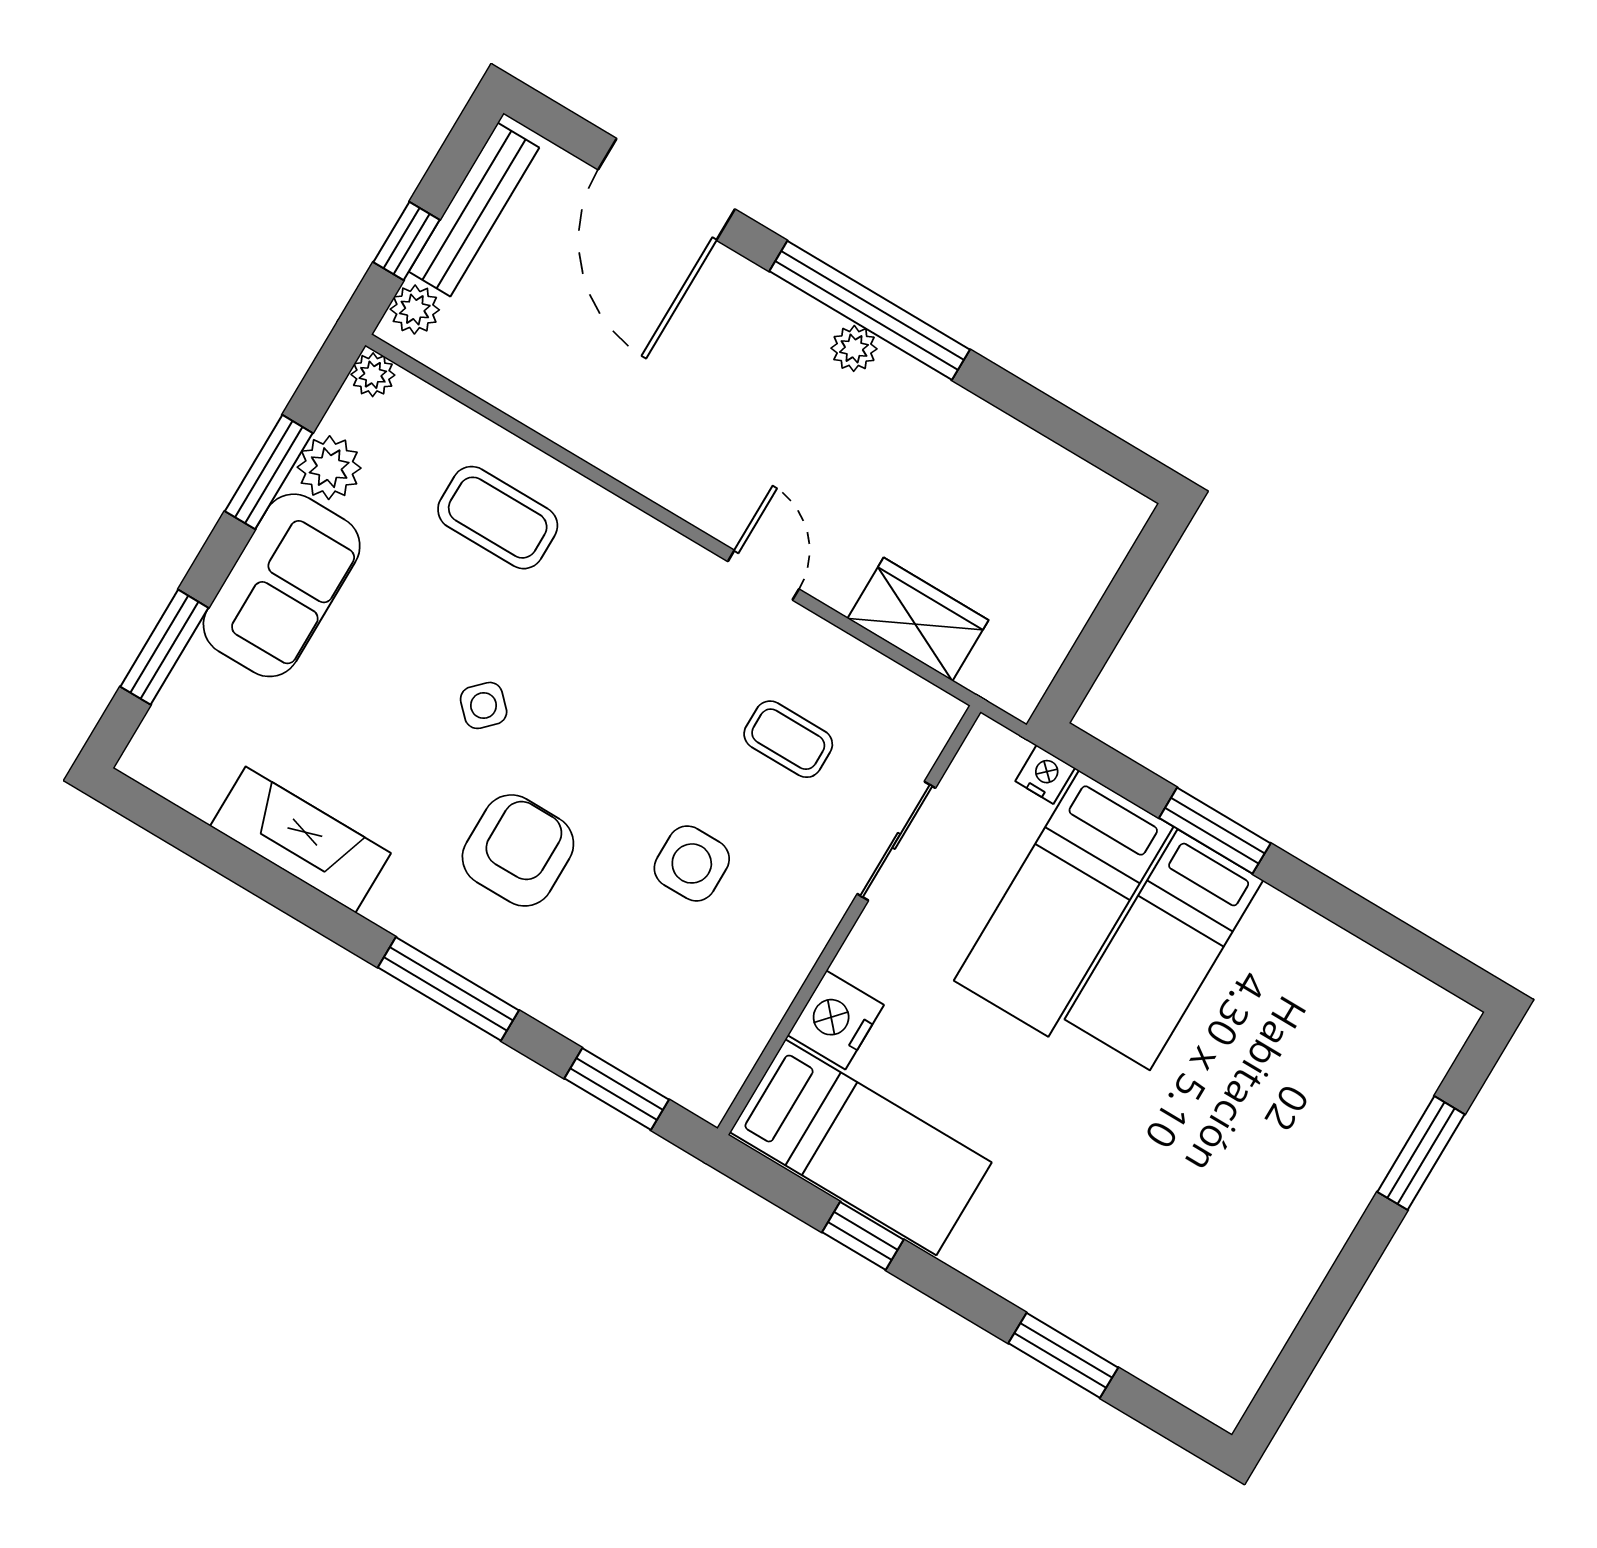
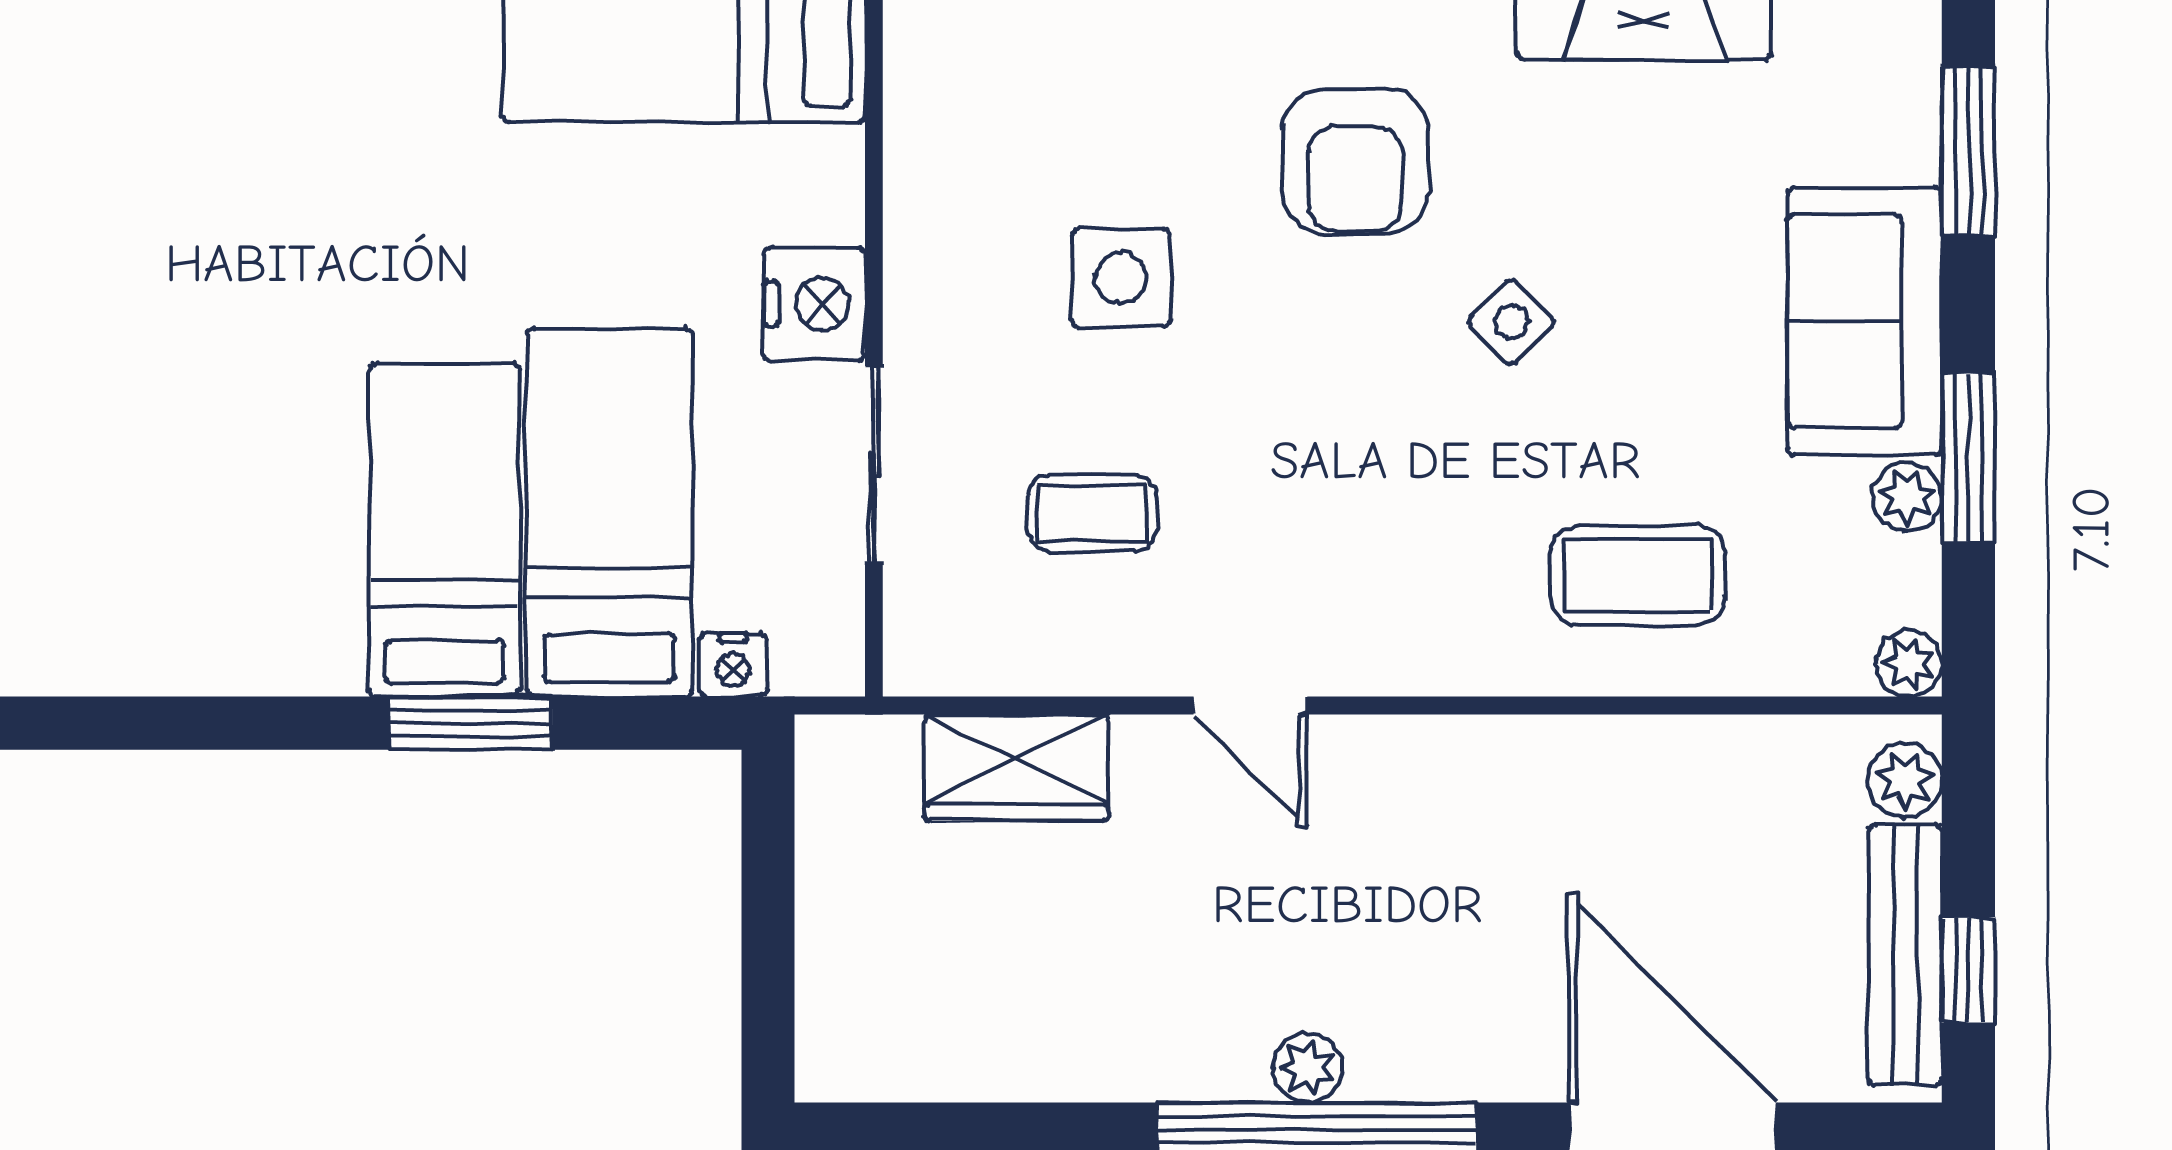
window: (407, 241) -> (1968, 970), moved
plant: (329, 468) -> (1907, 497), width x0.73, depth x0.73
nightstand: (836, 1020) -> (814, 304), moved

